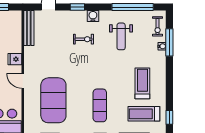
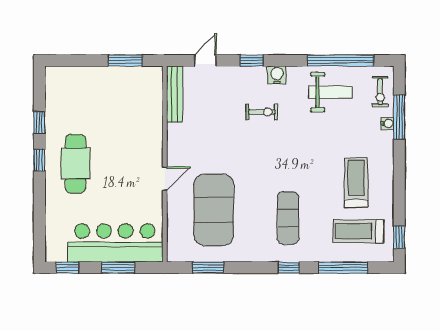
weight bench: (121, 36) -> (331, 92), moved, turned -90
fridge: (15, 59) -> (152, 144), removed
door: (23, 81) -> (165, 179), swing flipped

